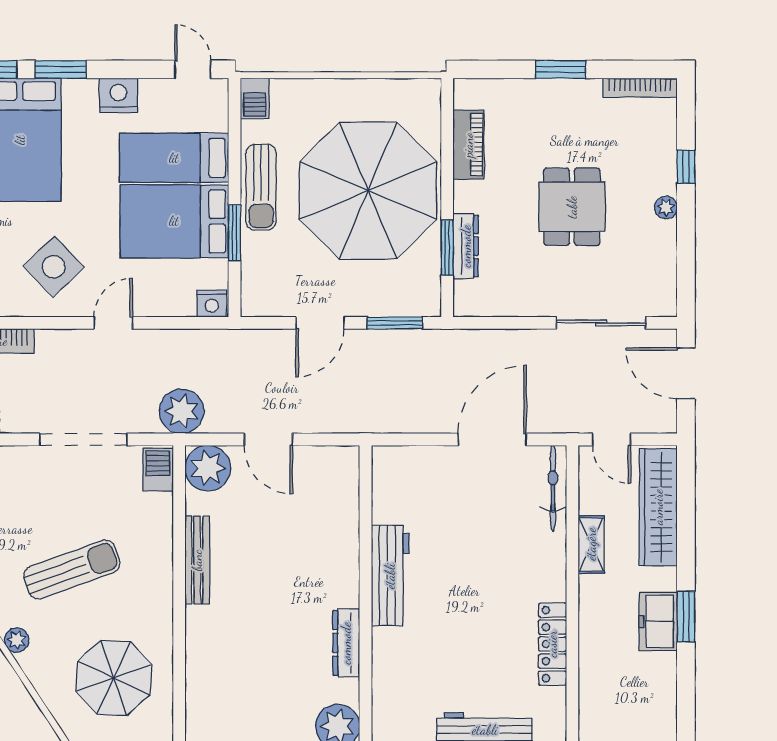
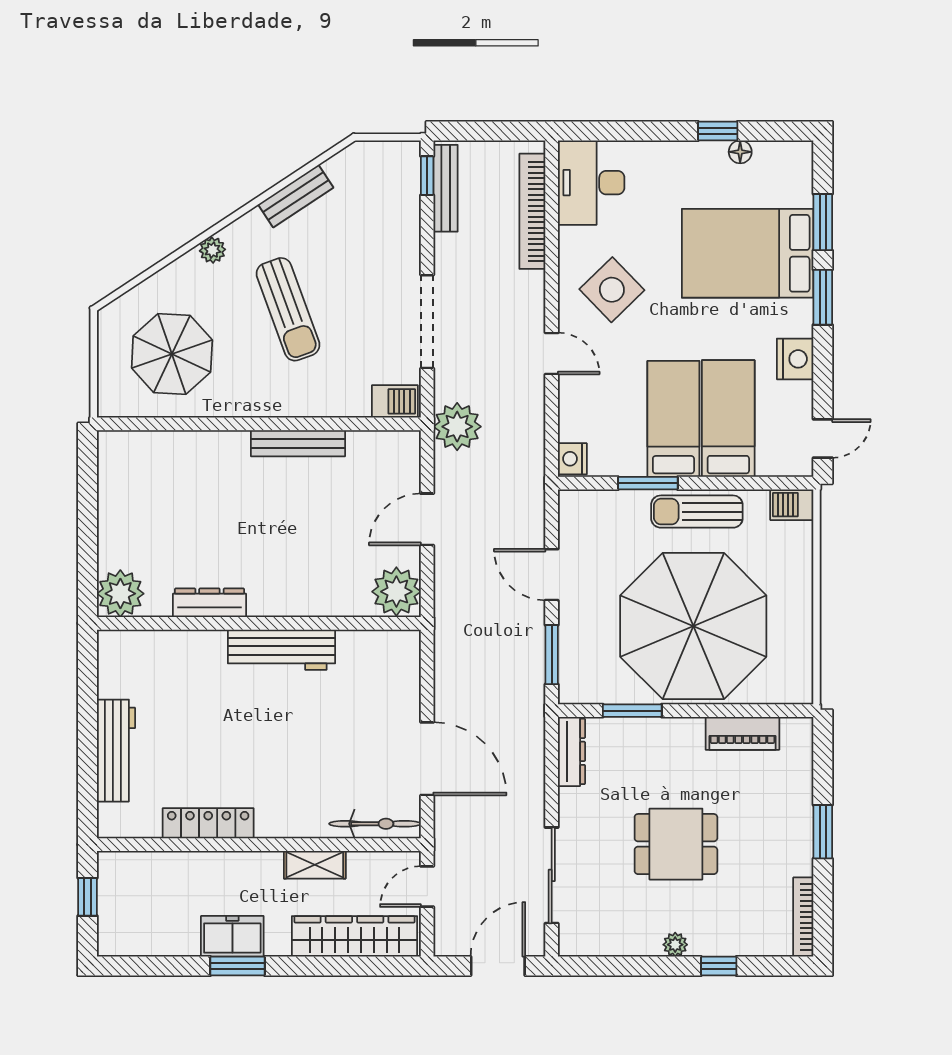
bed: (174, 221) -> (673, 419), width x0.67
dresser: (466, 246) -> (571, 751), moved, turned -90
plant: (208, 468) -> (396, 592), moved

